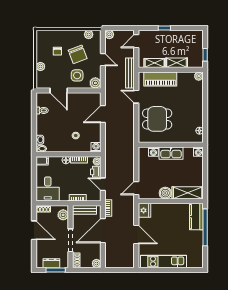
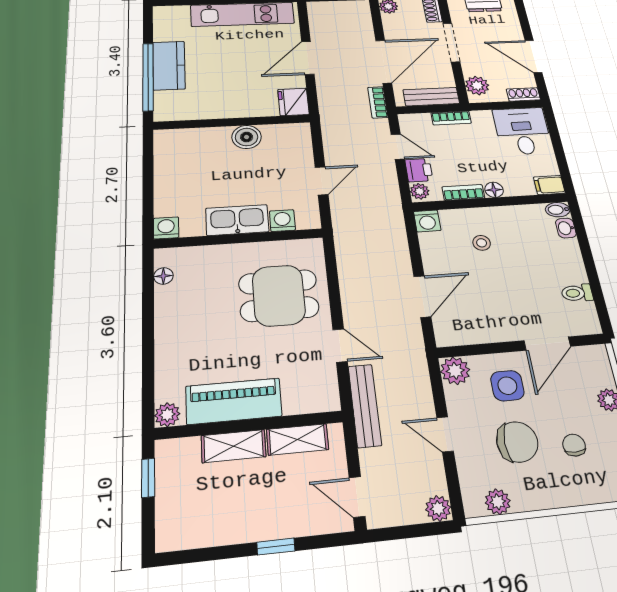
door: (136, 41) -> (357, 497), swing flipped
chair: (78, 54) -> (517, 442), turned 111
piano: (160, 79) -> (234, 401), moved
door: (59, 91) -> (547, 343), swing flipped
door: (136, 188) -> (322, 181), moved
shelving: (188, 193) -> (192, 140), removed
kitchen counter: (196, 217) -> (169, 65), moved
door: (136, 234) -> (308, 58), hinge flipped

